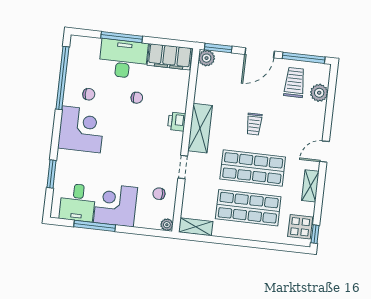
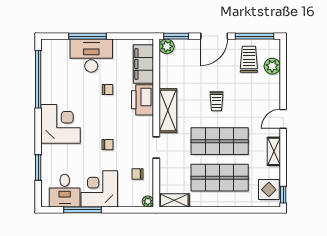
filing cabinet: (170, 57) -> (143, 64), moved, turned 90
chair: (89, 94) -> (108, 145), moved
printer: (177, 121) -> (143, 100), width x1.87, depth x1.48

